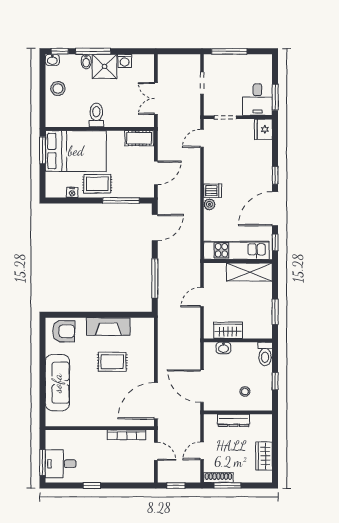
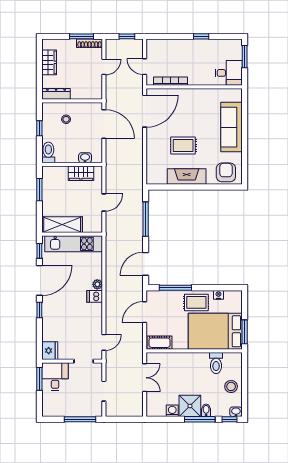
toilet: (96, 115) -> (216, 363), moved
armchair: (64, 331) -> (226, 172), turned 90
dresser: (234, 420) -> (56, 94), moved
desk: (61, 464) -> (229, 73), moved

